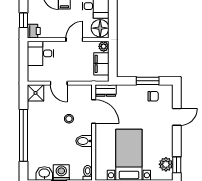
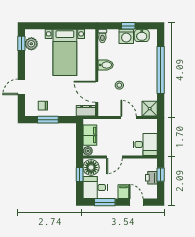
window: (113, 20) -> (80, 175), added
printer: (34, 31) -> (151, 178), moved

